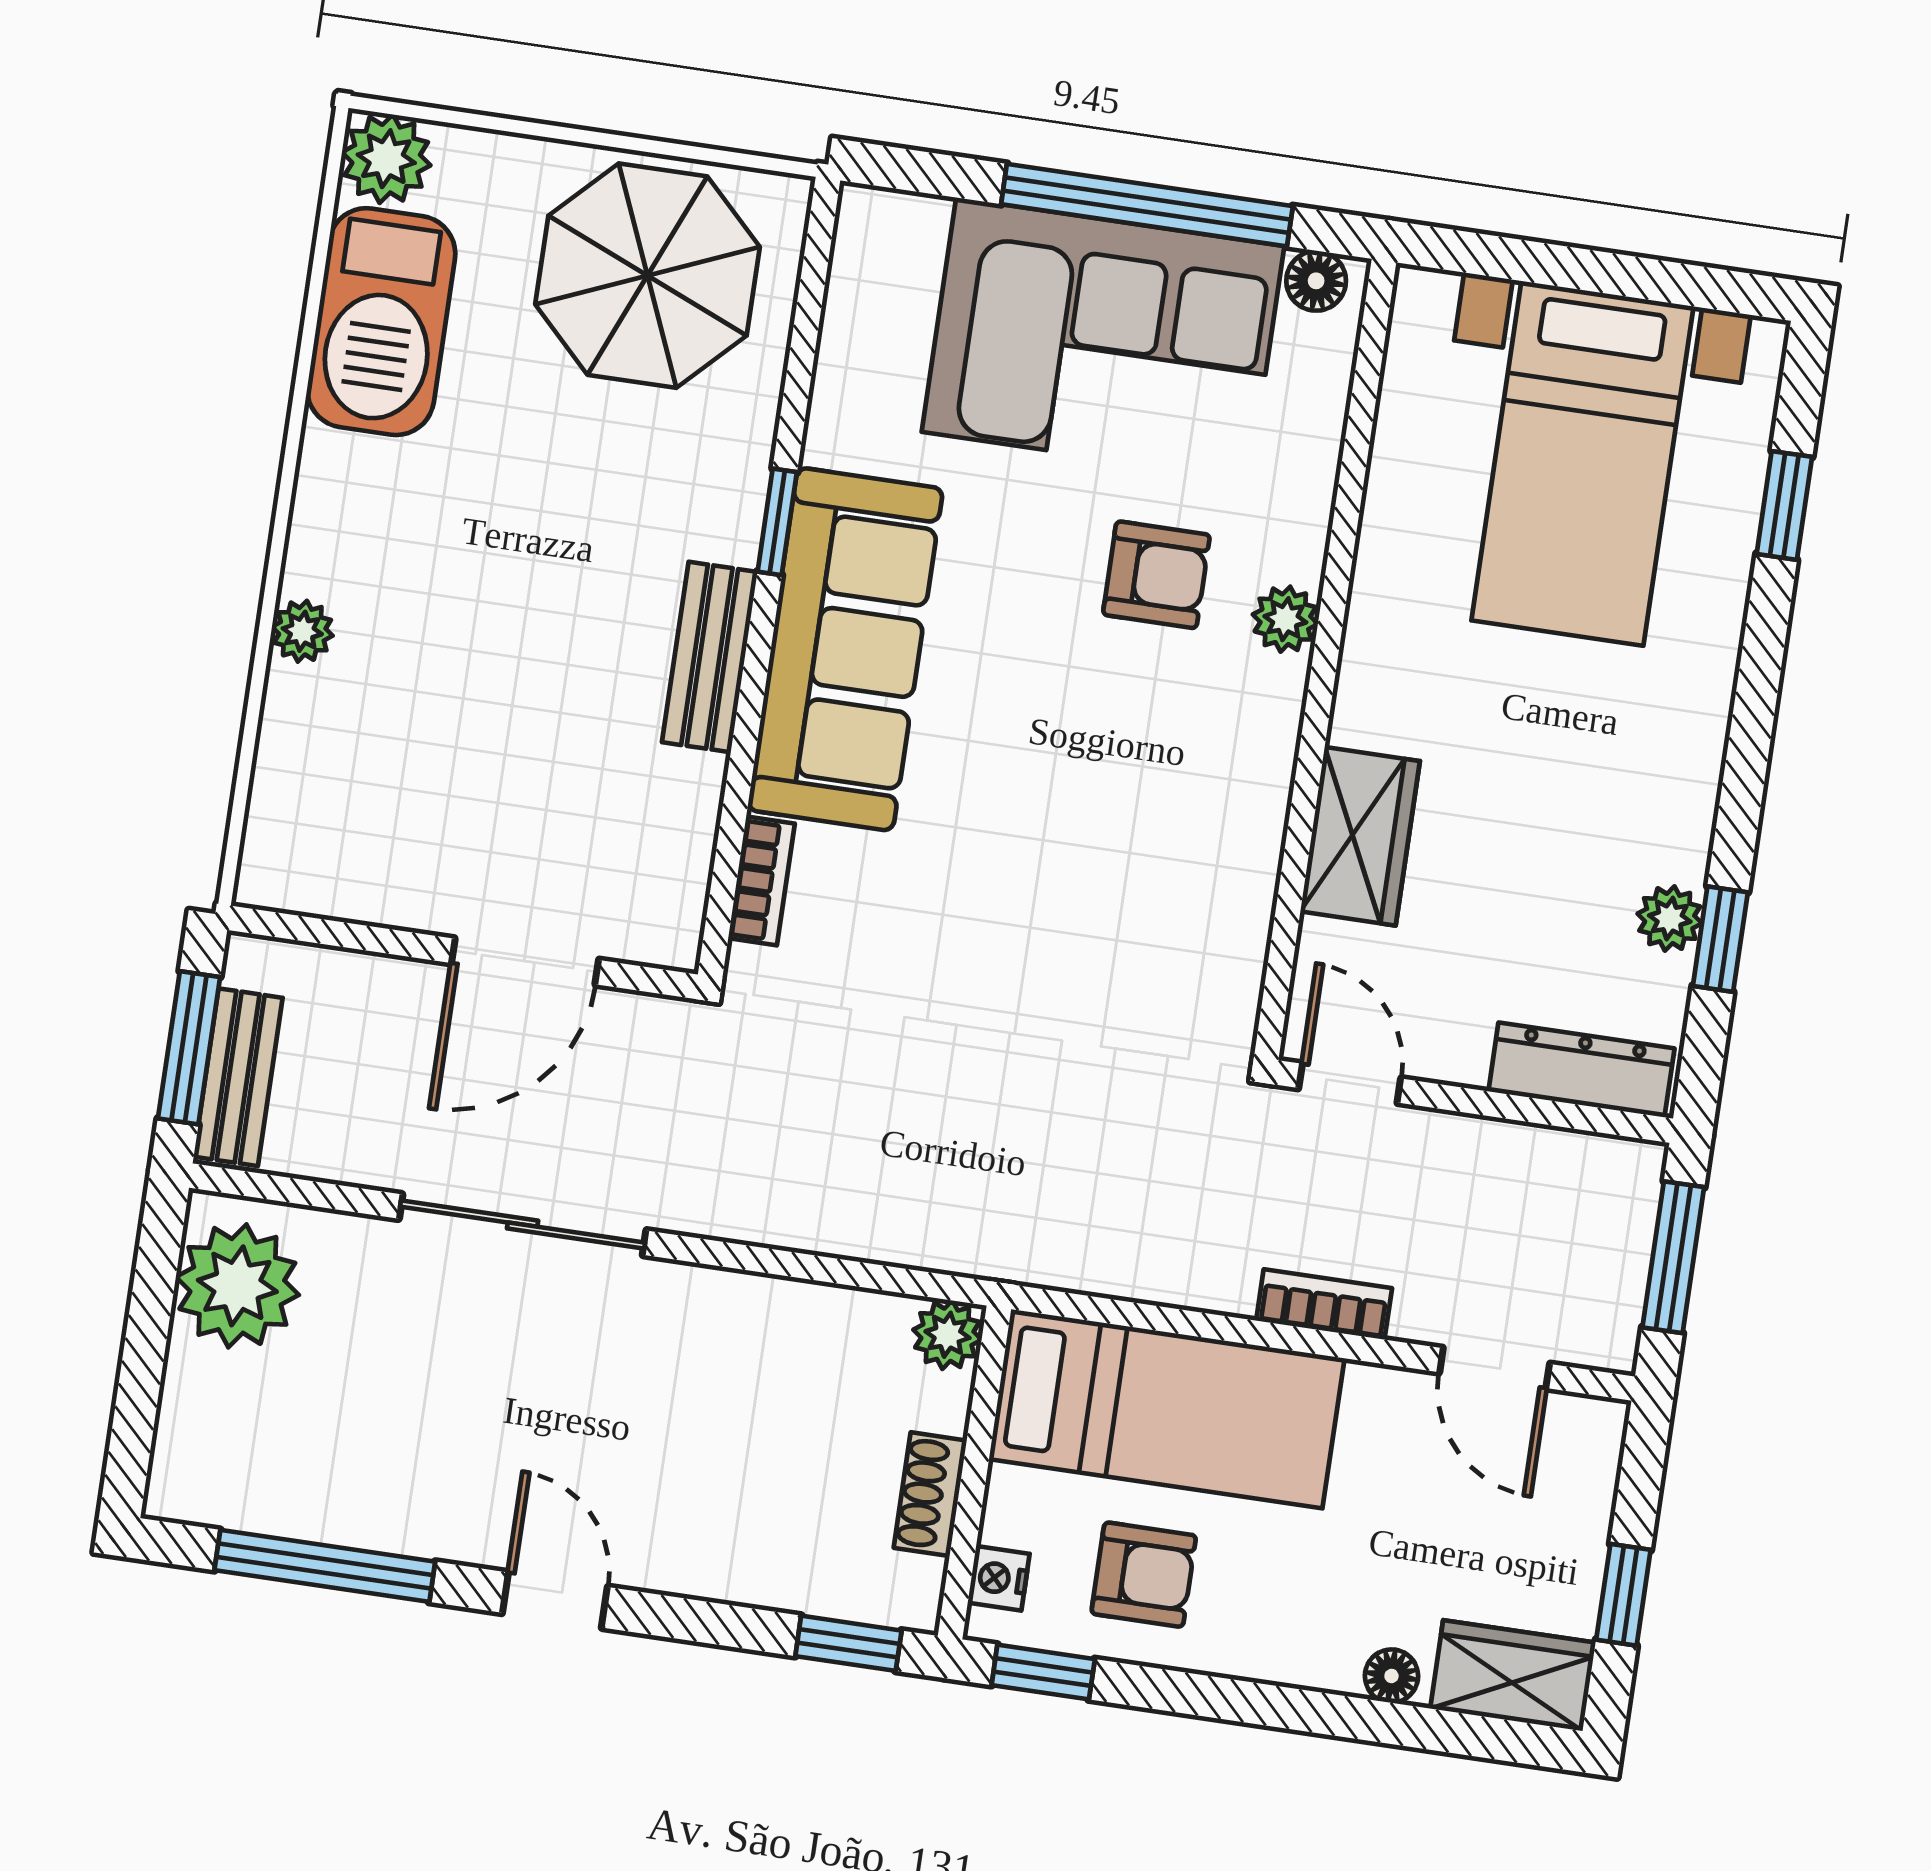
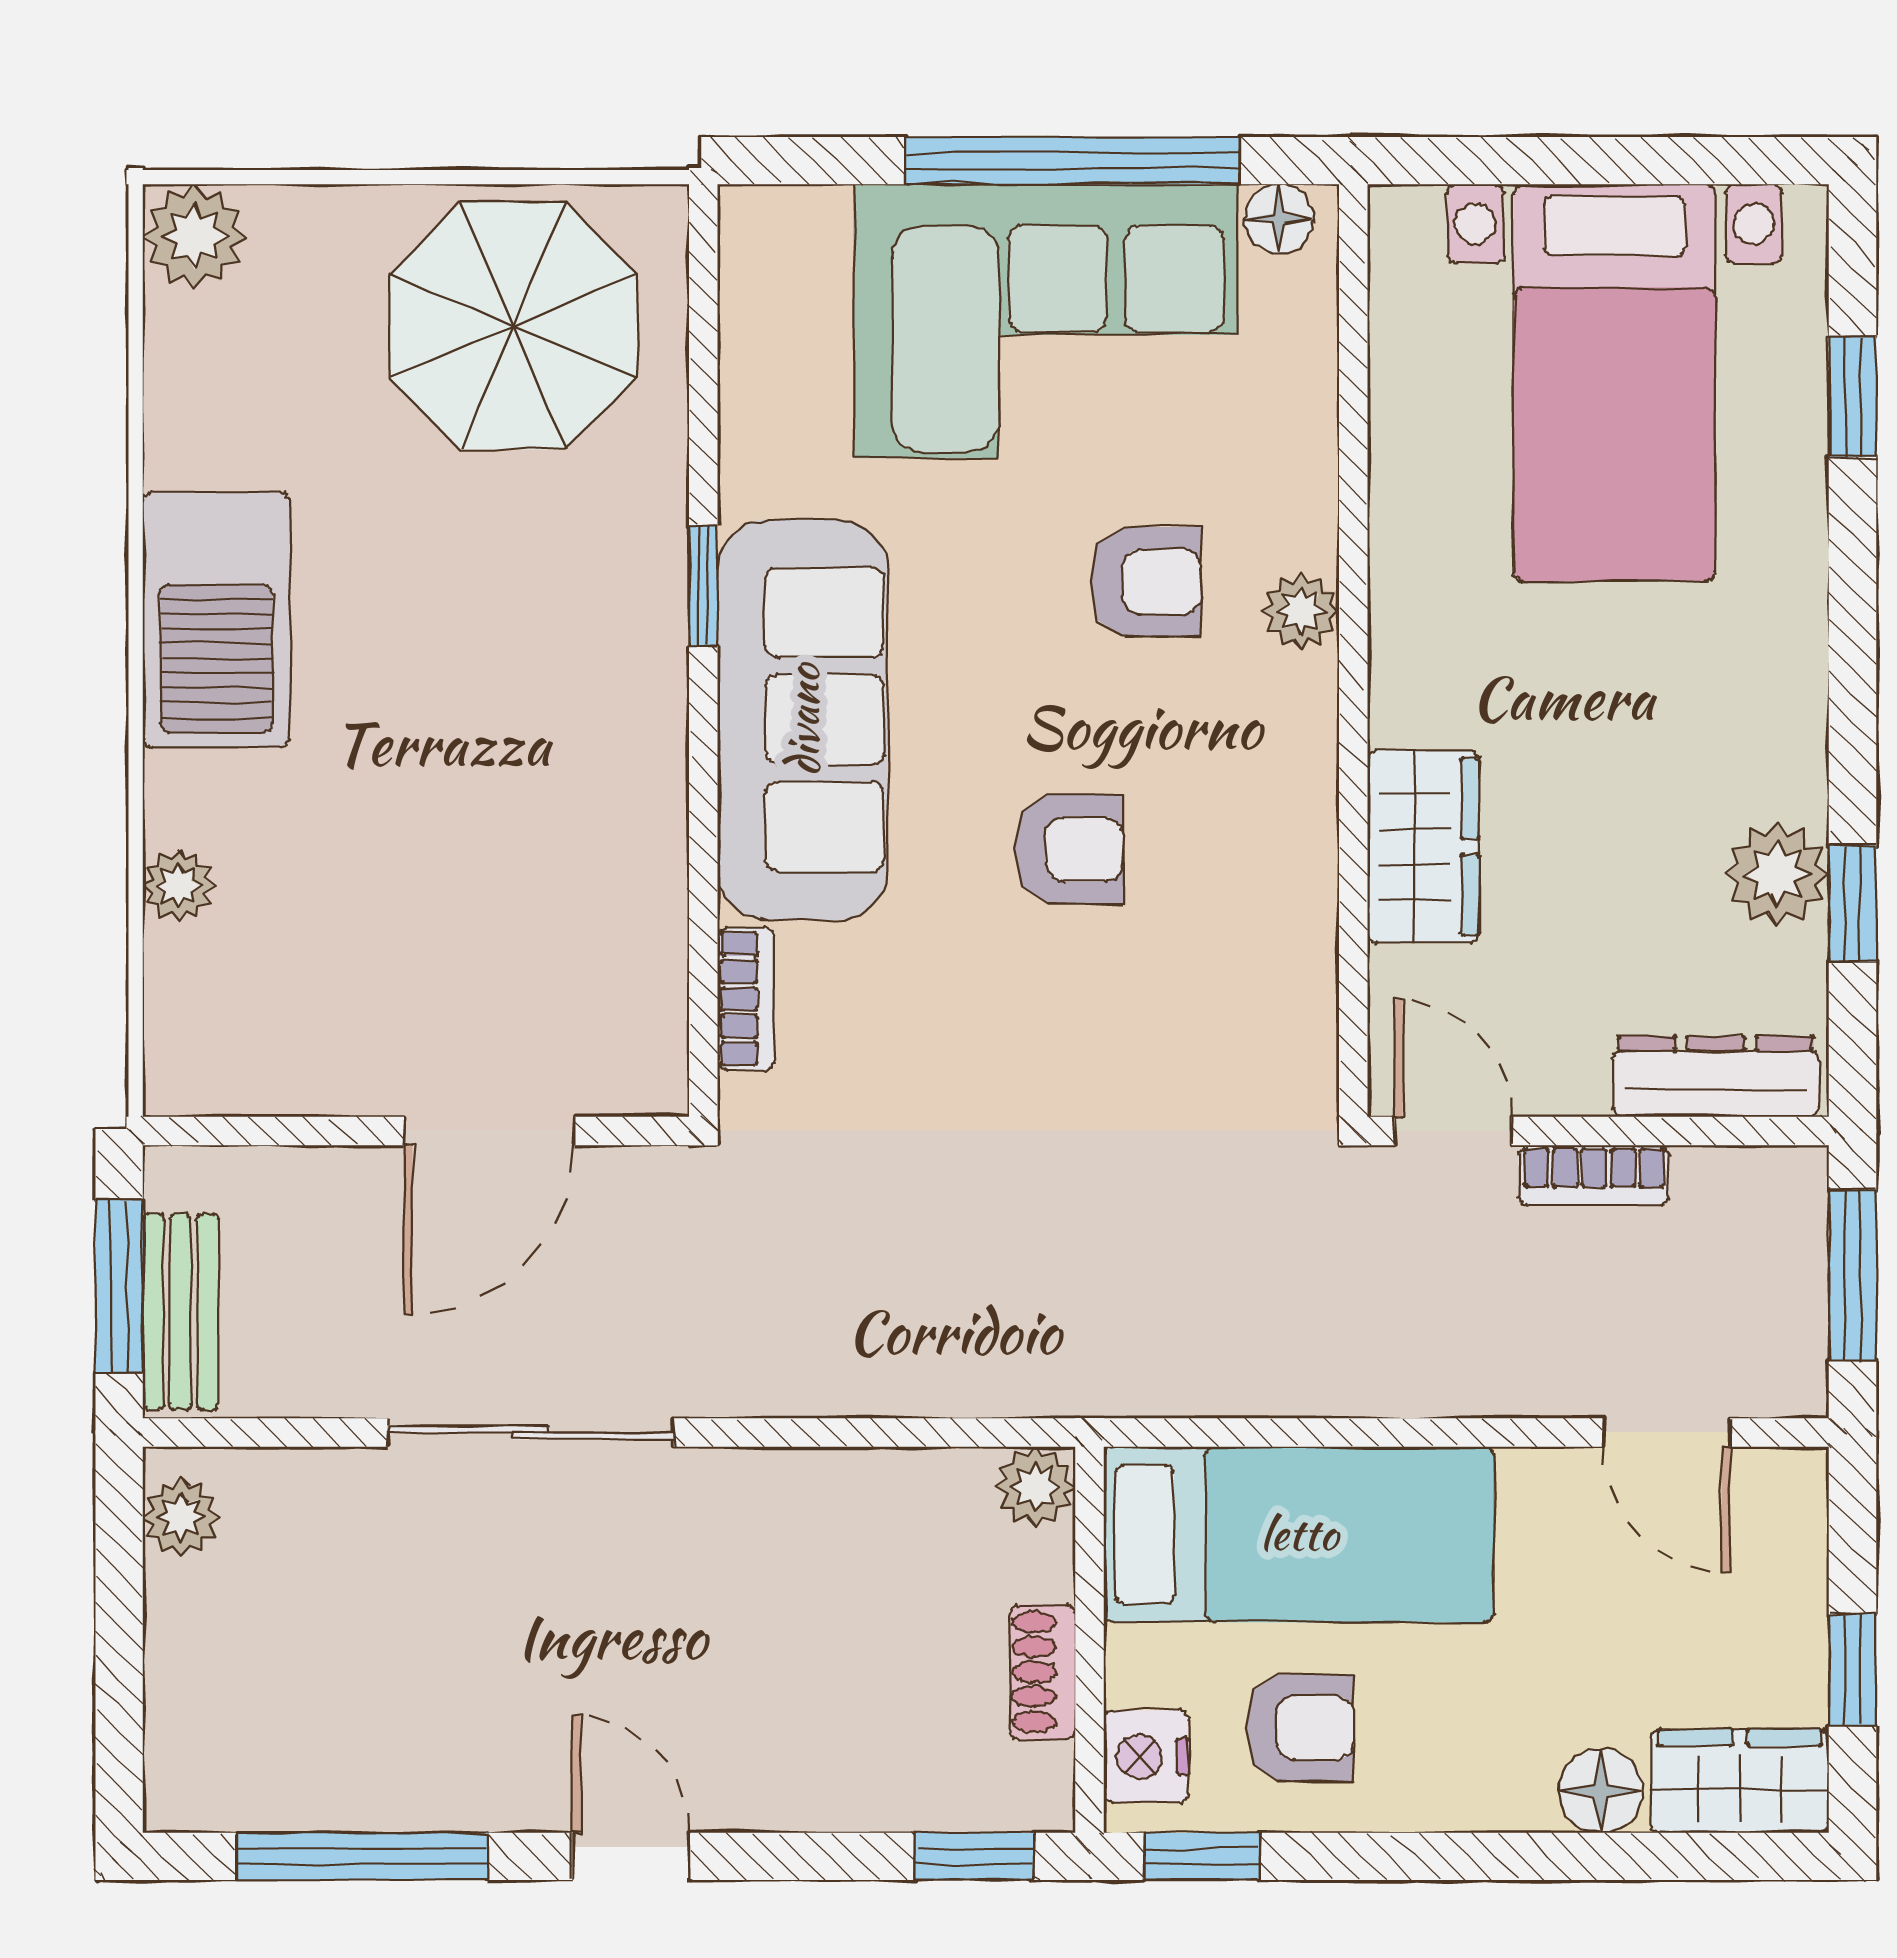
barbecue: (381, 322) -> (216, 620), moved
plant: (302, 631) -> (178, 886), moved
bench: (710, 657) -> (649, 751), removed
armchair: (1057, 793) -> (1069, 849), added
plant: (1670, 919) -> (1777, 874), width x1.38, depth x1.38
plant: (237, 1286) -> (181, 1517), width x0.53, depth x0.53
bookcase: (1324, 1304) -> (1594, 1175), moved, turned 180
nightstand: (999, 1578) -> (1146, 1757), width x1.39, depth x1.35
floor lamp: (1391, 1676) -> (1601, 1791), width x1.37, depth x1.37

